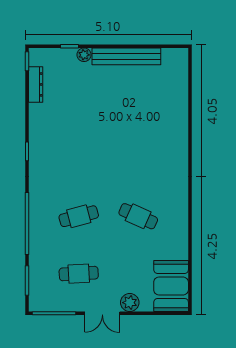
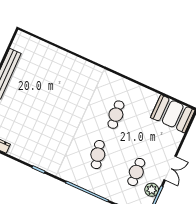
cafe table: (138, 216) -> (116, 115), turned -30
plant: (130, 303) -> (152, 190), moved

